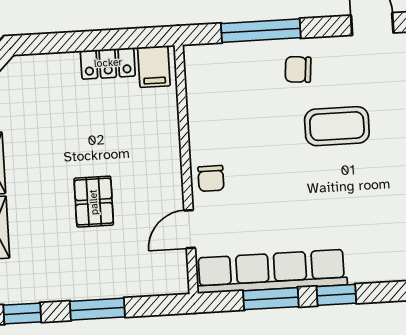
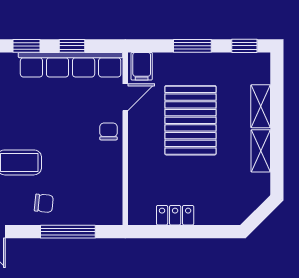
filing cabinet: (154, 67) -> (142, 66), moved, turned 180
pallet: (94, 202) -> (190, 120), width x2.05, depth x2.00
window: (271, 299) -> (72, 46), width x0.67

